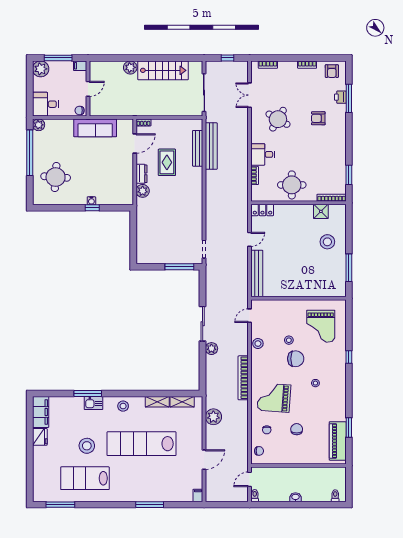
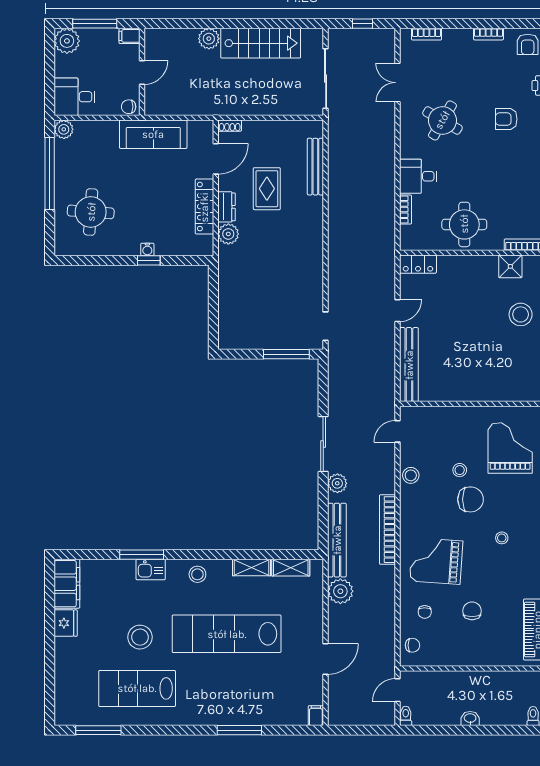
bench: (211, 146) -> (337, 540), moved
locker: (128, 174) -> (204, 207), added
grand piano: (321, 326) -> (510, 448), turned 180

